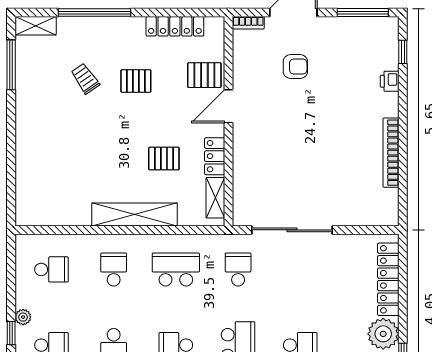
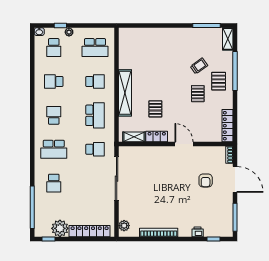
locker: (175, 26) -> (227, 126), moved
pallet: (204, 75) -> (219, 81), moved
plant: (378, 216) -> (124, 226), added
school desk: (51, 269) -> (95, 48), width x1.85

